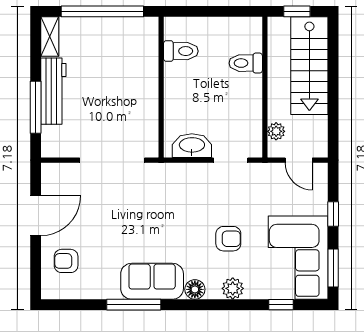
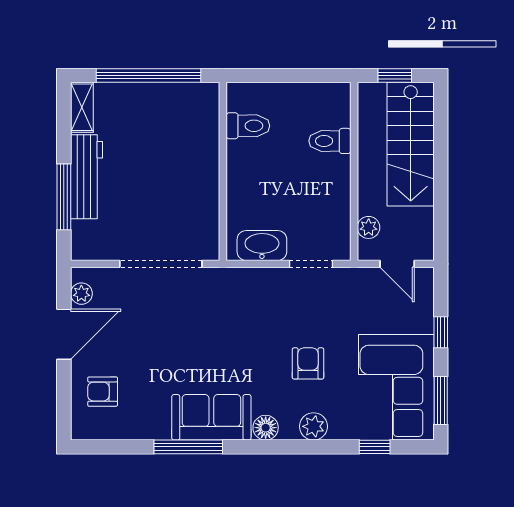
plant: (49, 184) -> (81, 294), added
armchair: (228, 239) -> (308, 363), turned -90

